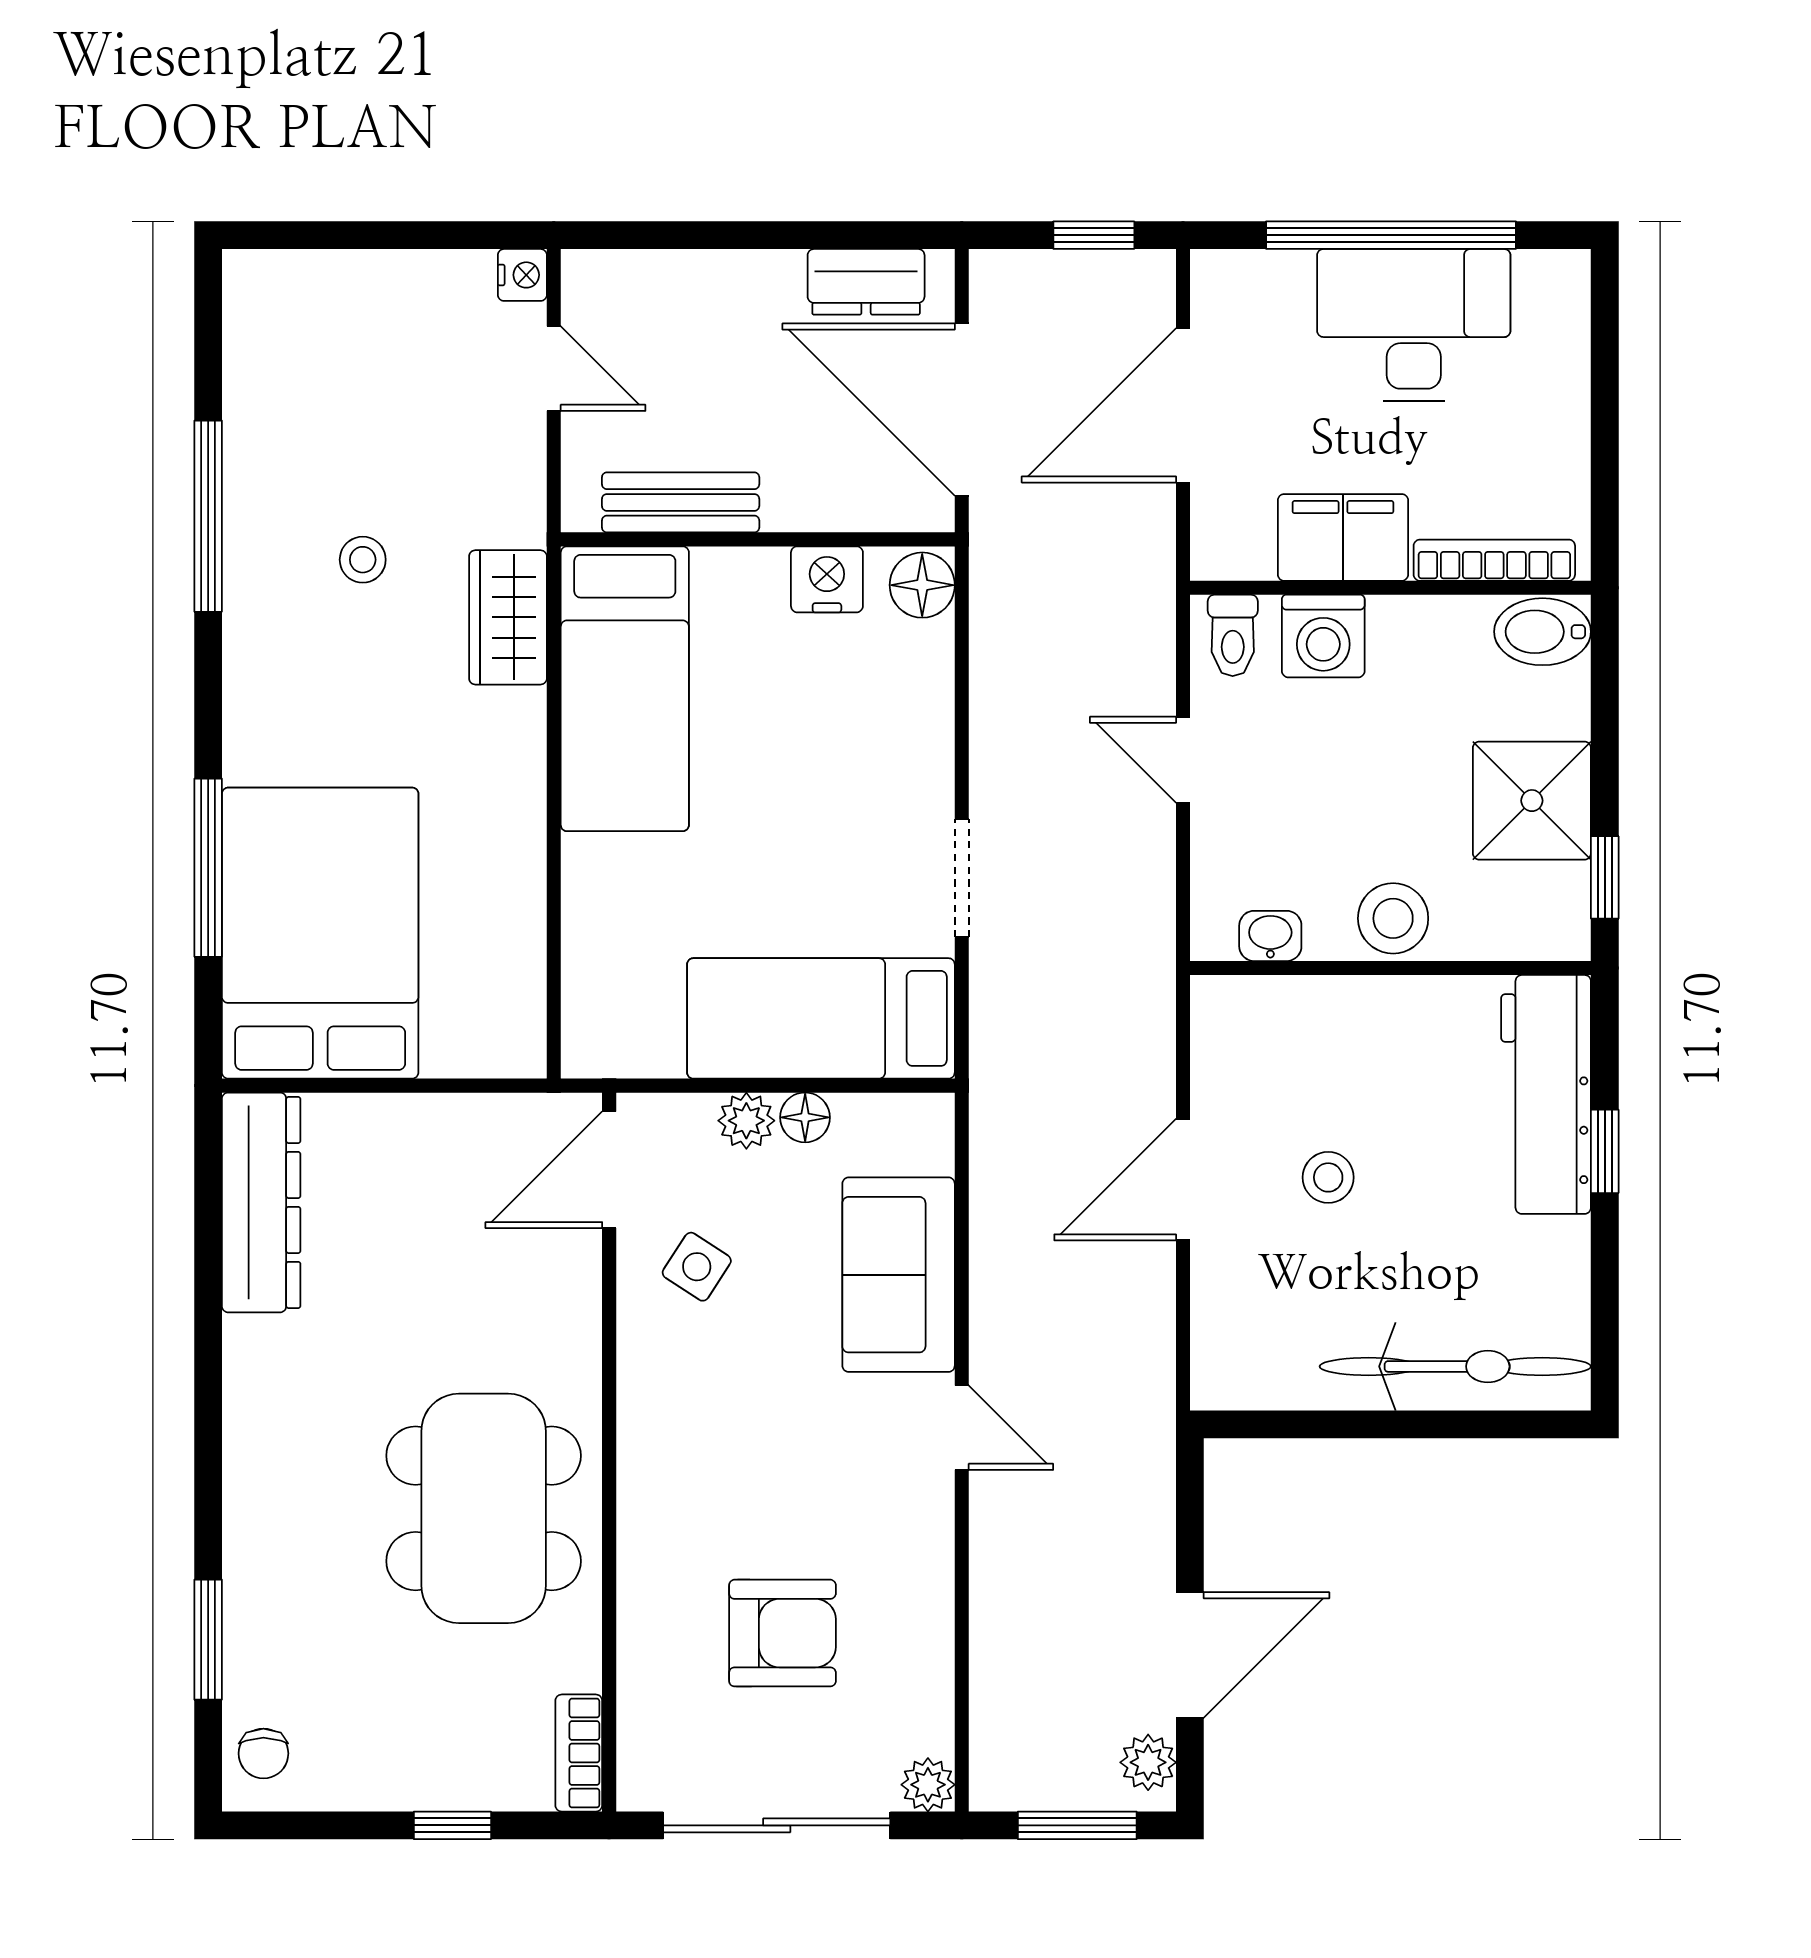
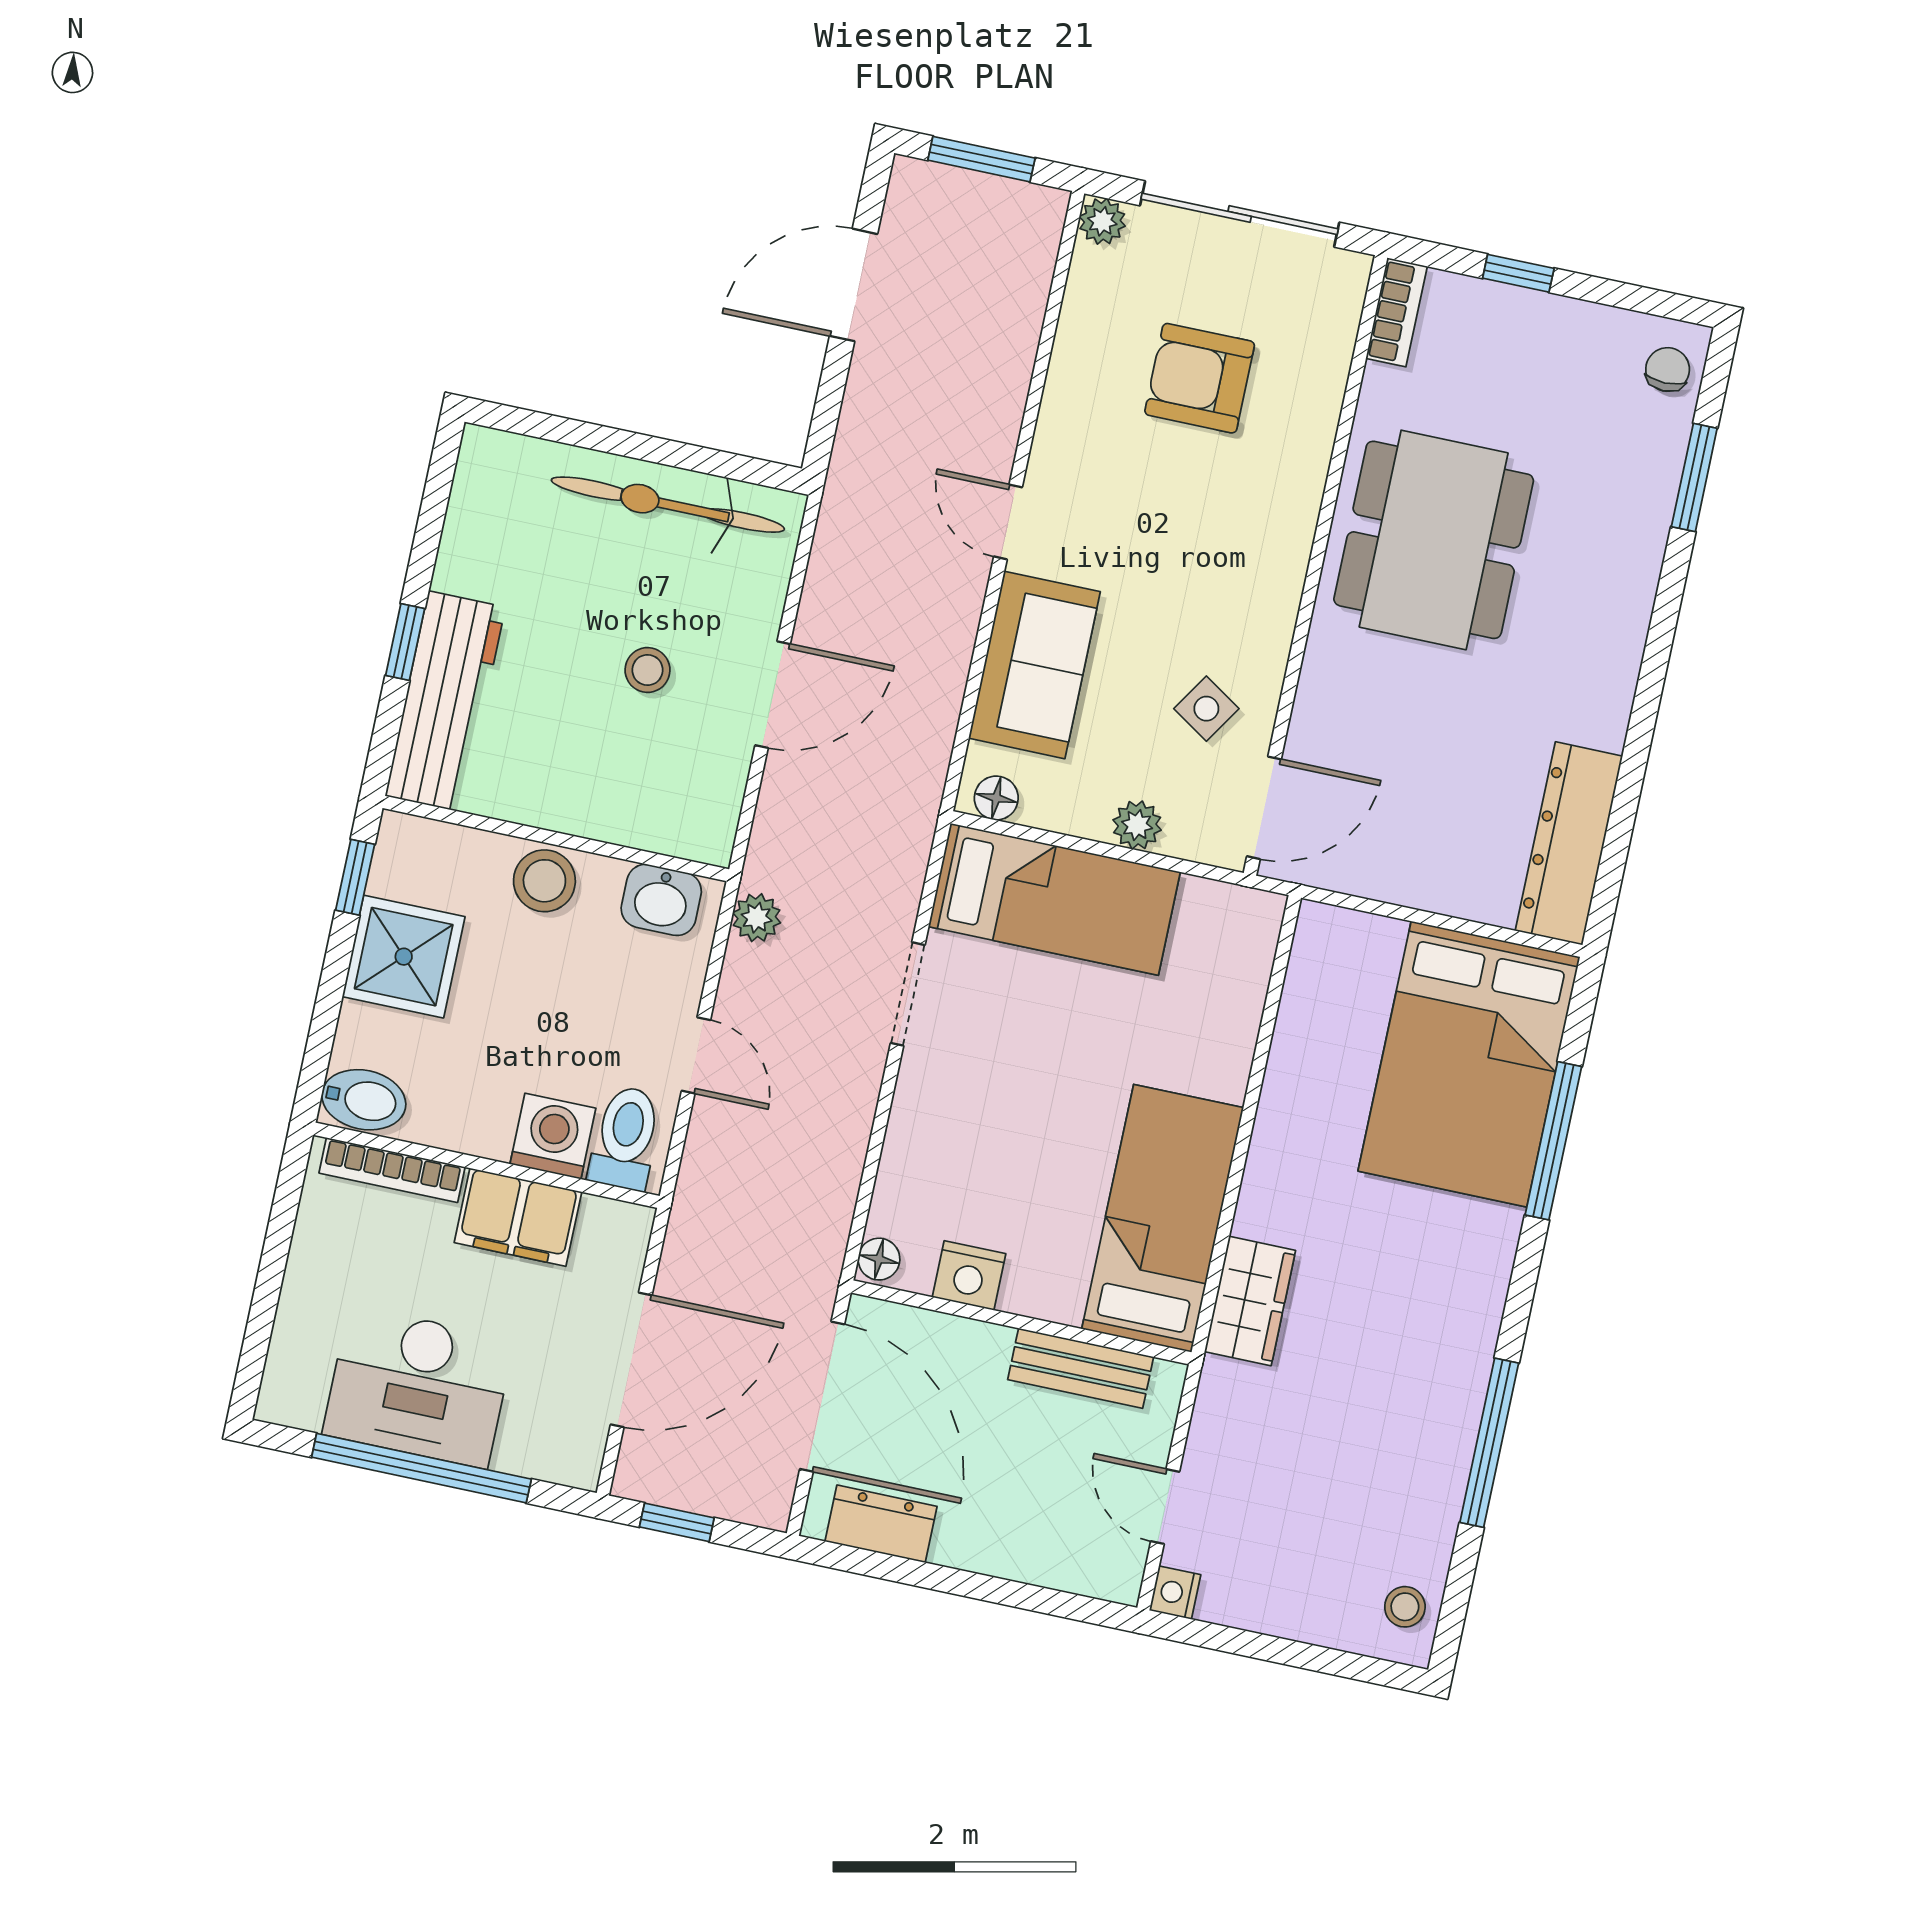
stool: (363, 560) -> (1405, 1607), moved
floor lamp: (922, 585) -> (879, 1259), width x0.73, depth x0.73
toilet: (1233, 635) -> (625, 1138), width x1.37, depth x1.39
washbasin: (1270, 936) -> (661, 900), width x1.38, depth x1.45
floor lamp: (805, 1117) -> (996, 798), moved
bicycle: (1455, 1366) -> (668, 505), moved
plant: (1148, 1762) -> (757, 918), moved

